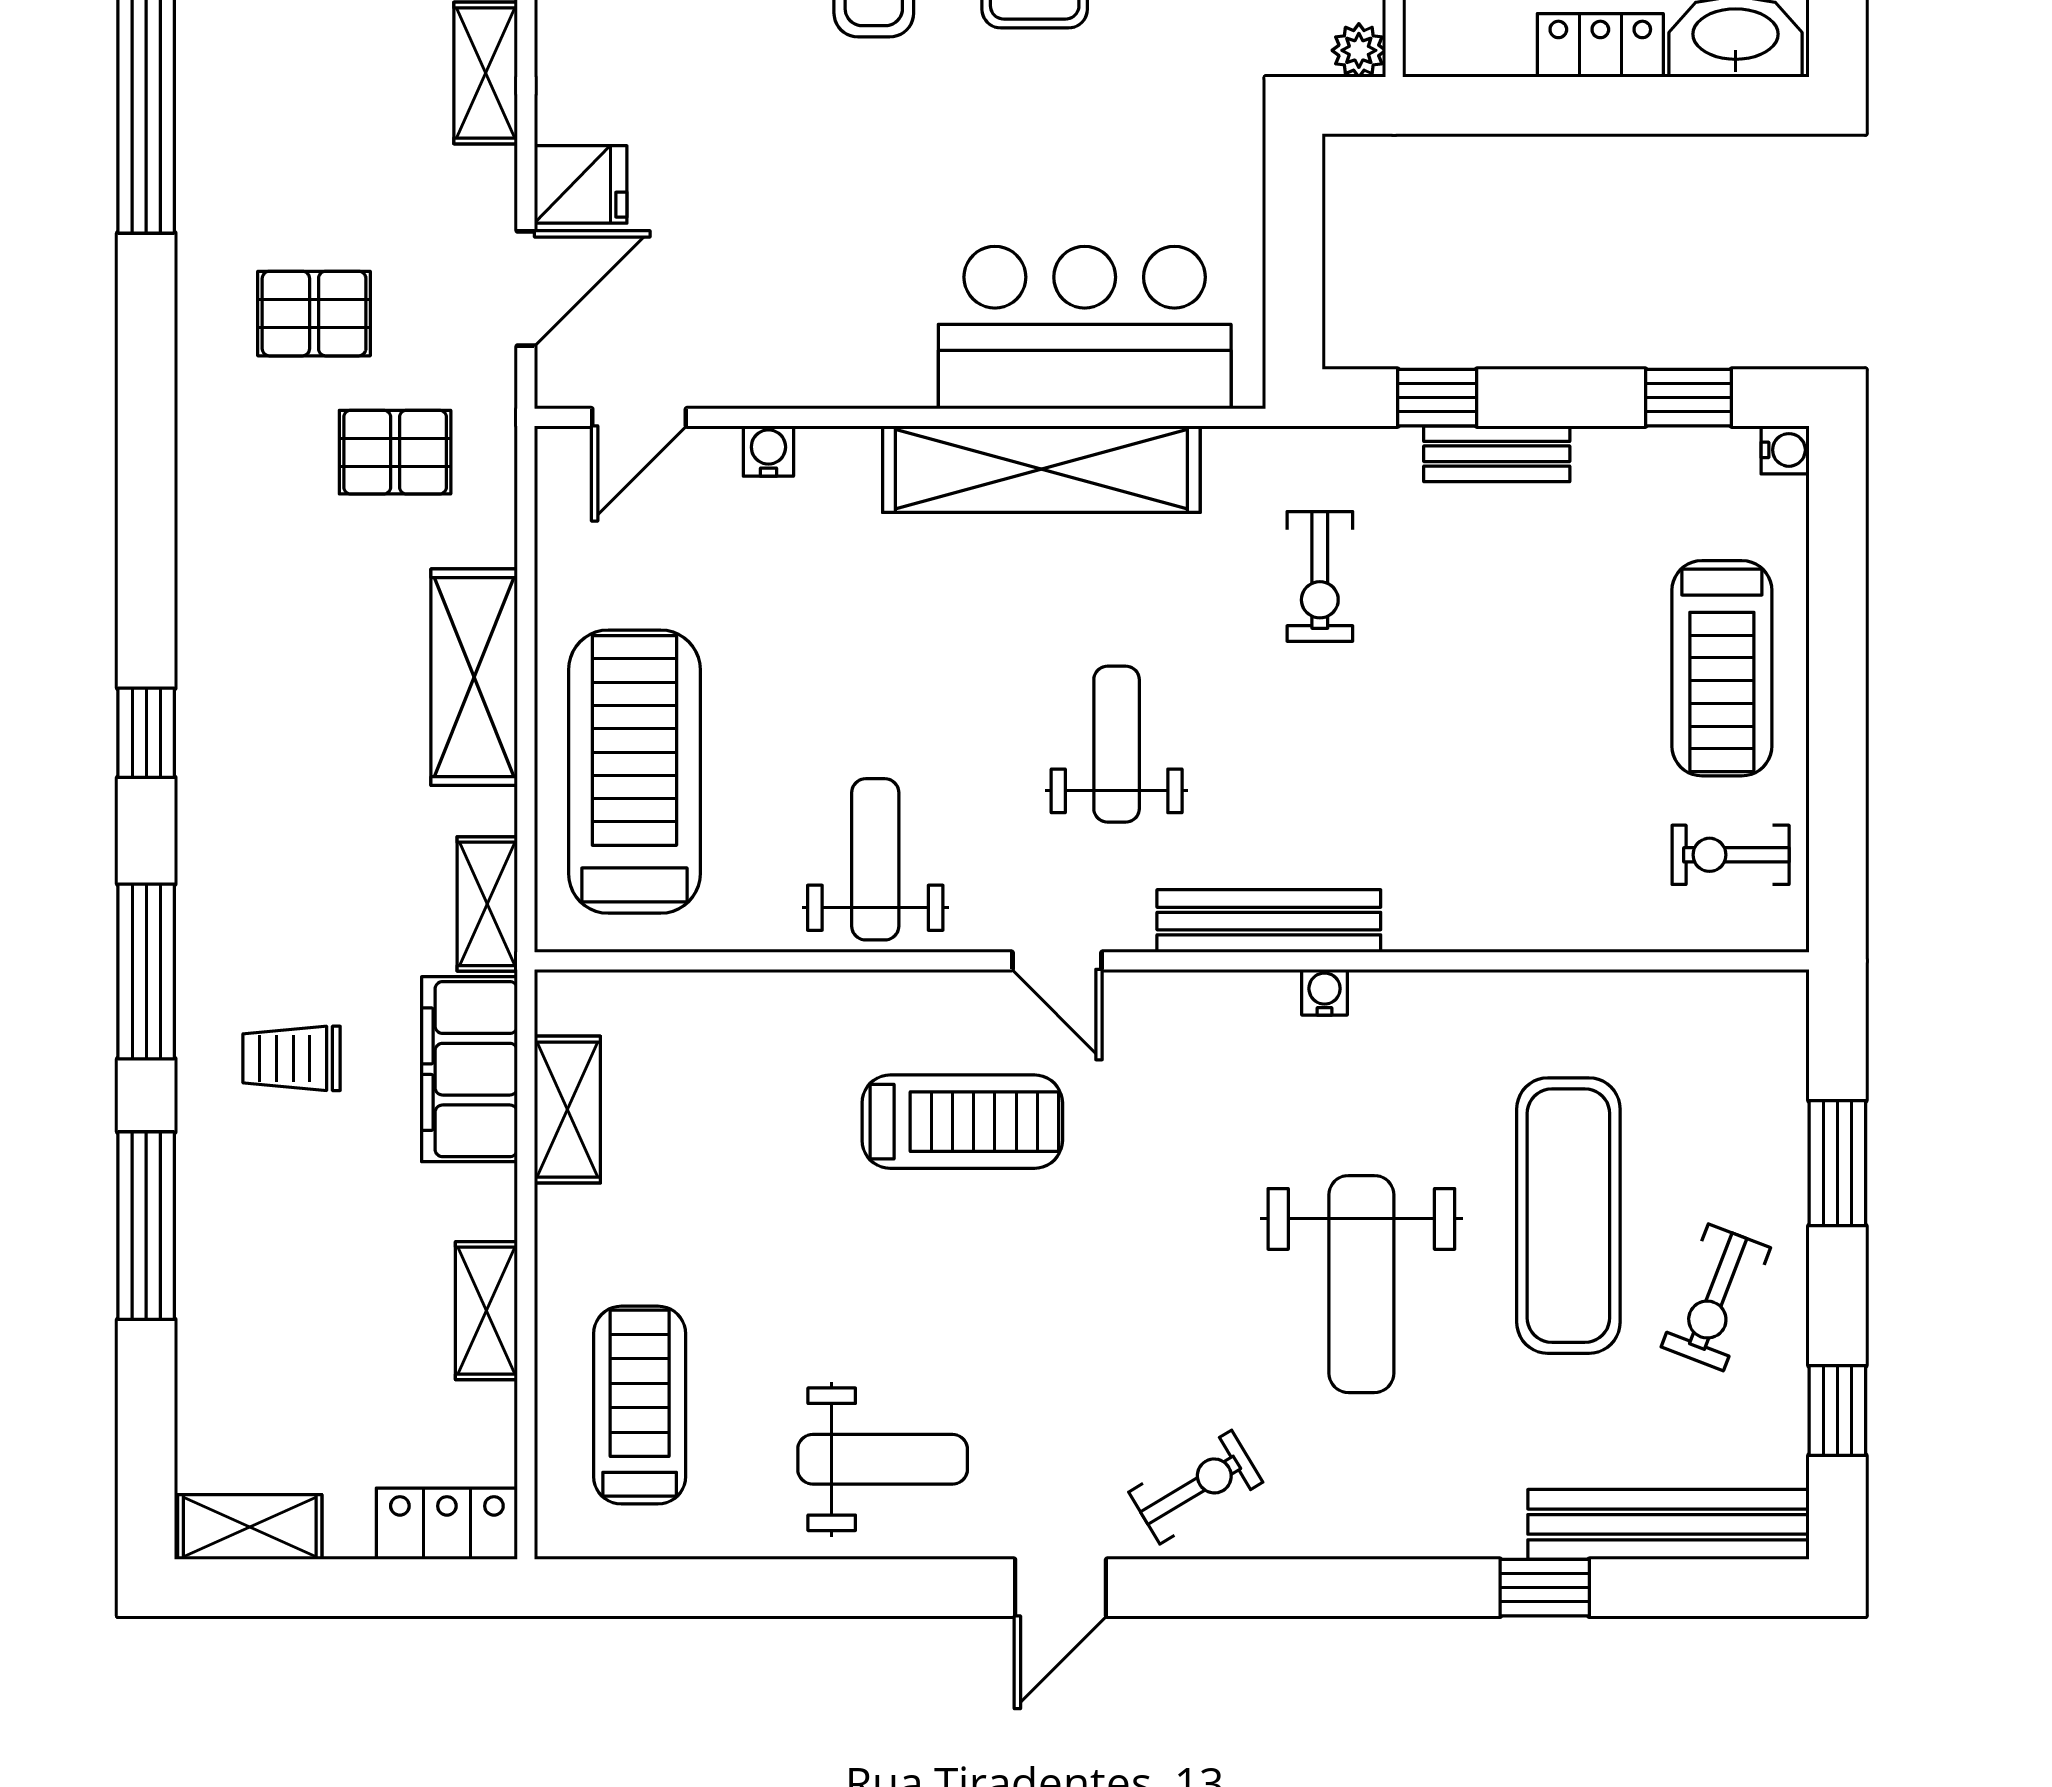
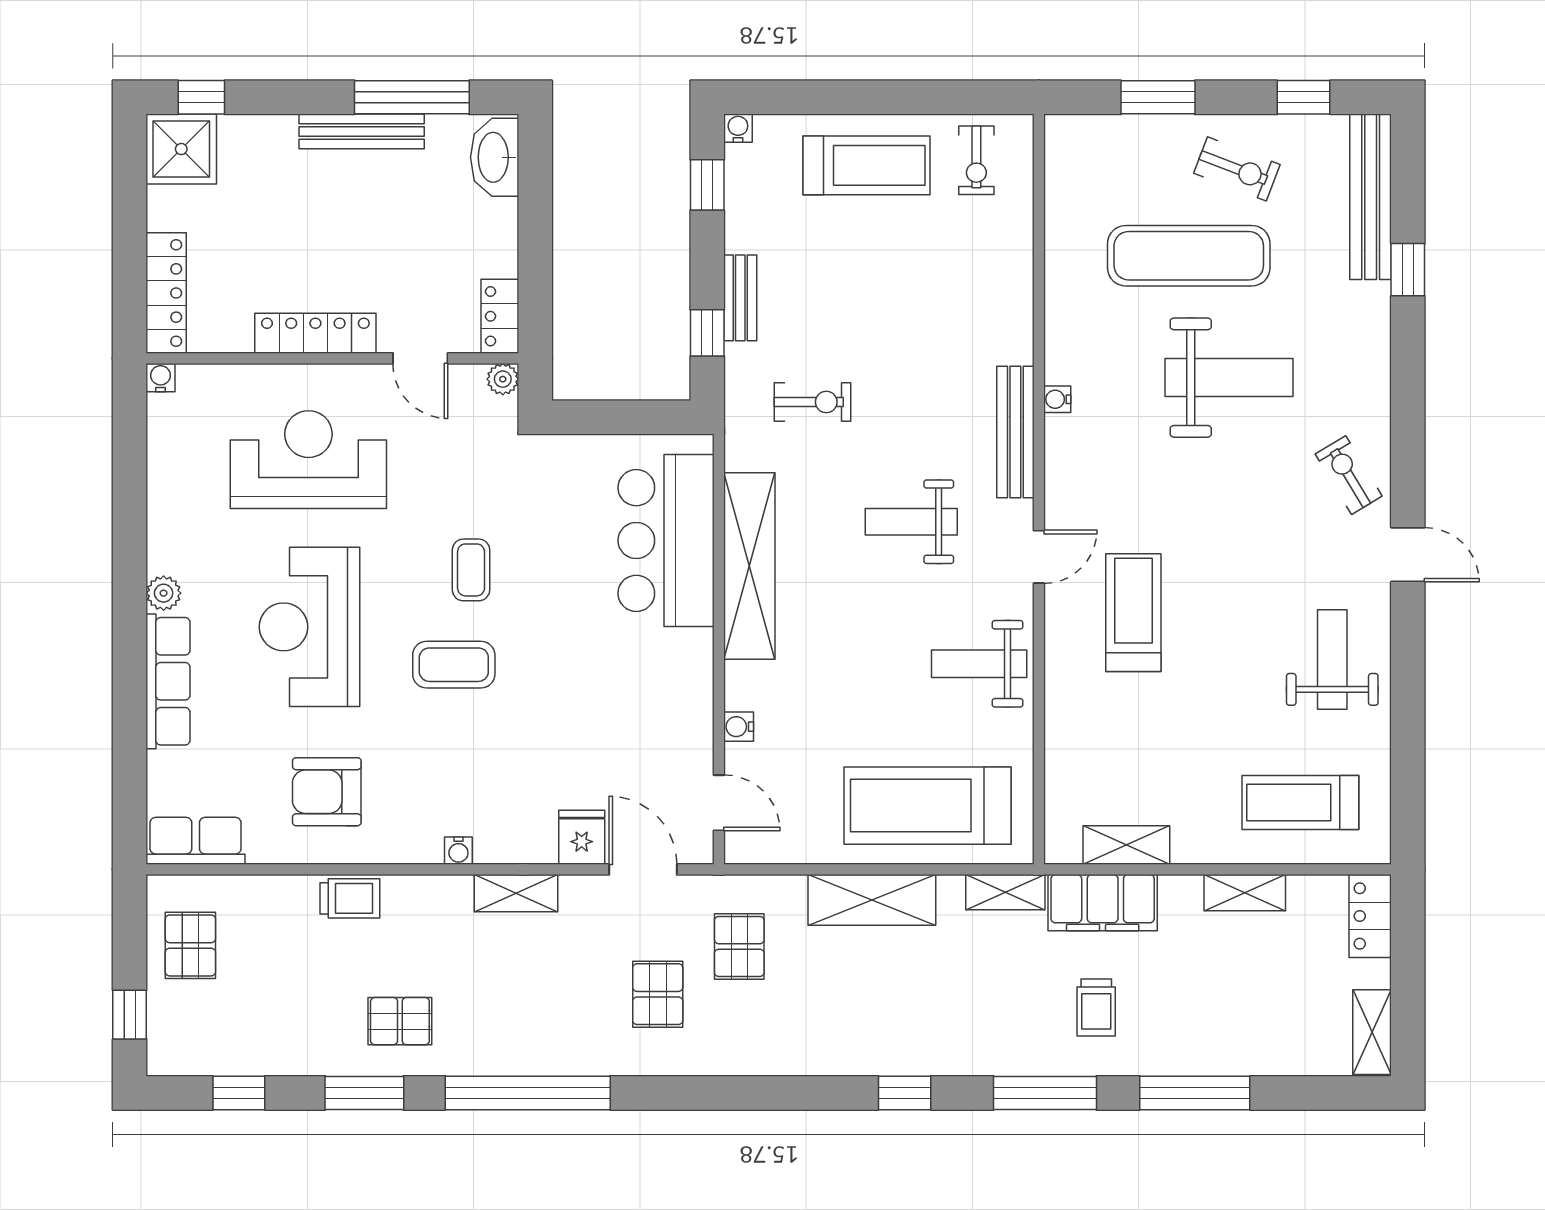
locker: (1600, 45) -> (500, 316), moved

